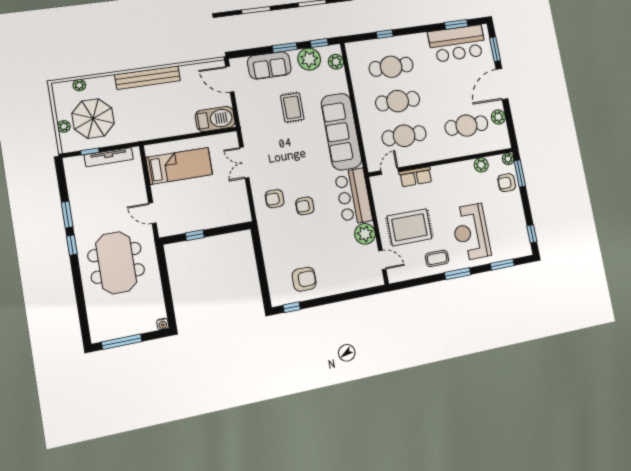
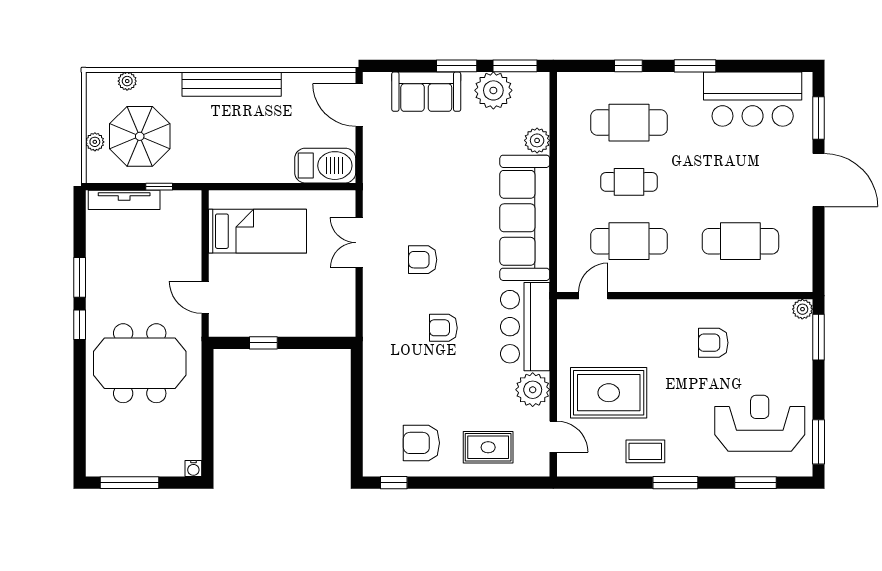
window: (456, 24) -> (695, 66), moved
window: (319, 43) -> (515, 66), width x1.50
plant: (336, 62) -> (537, 140), moved
door: (502, 84) -> (818, 180), swing flipped
cafe table: (398, 101) -> (629, 182), width x0.73, depth x0.74
rug: (292, 107) -> (488, 447), moved, turned 90
plant: (498, 117) -> (800, 235), removed
window: (90, 151) -> (159, 187), moved
tv unit: (109, 157) -> (124, 200), moved
plant: (481, 165) -> (753, 311), removed
row of seats: (416, 177) -> (635, 312), removed
armchair: (507, 183) -> (713, 343), moved
armchair: (275, 199) -> (423, 260), moved
reception desk: (471, 232) -> (760, 423), moved, turned 90
window: (532, 234) -> (818, 442), width x1.50
meeting table: (116, 263) -> (140, 363), turned 90
armchair: (304, 279) -> (421, 443), turned 180

